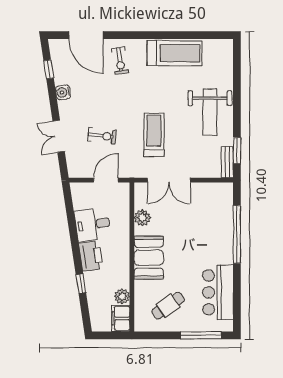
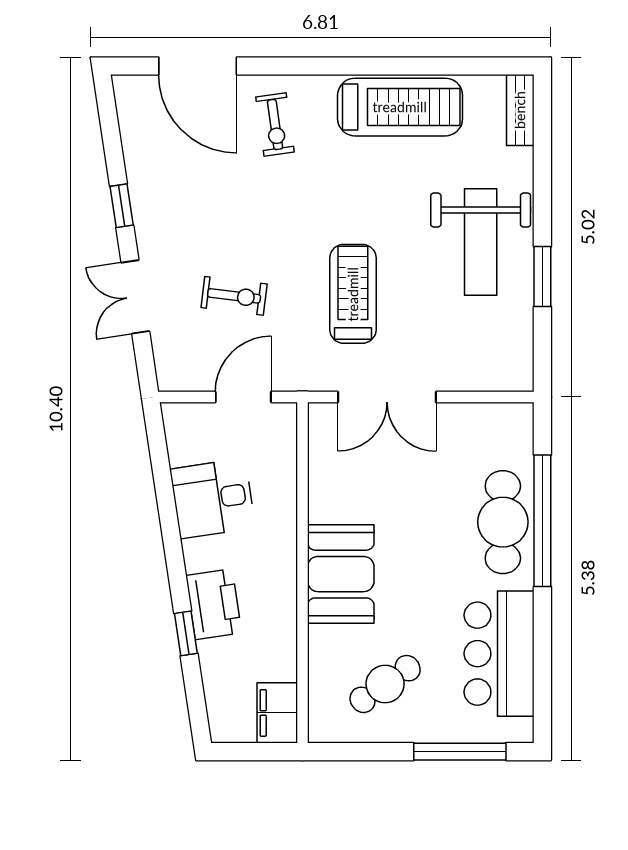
window: (49, 69) -> (122, 206), moved
water cooler: (63, 92) -> (145, 197), removed
window: (237, 151) -> (542, 277), moved
bench: (227, 162) -> (520, 110), moved
plant: (142, 218) -> (326, 483), removed
cafe table: (220, 235) -> (503, 522), added
printer: (91, 256) -> (214, 604), moved
plant: (122, 296) -> (280, 663), removed

